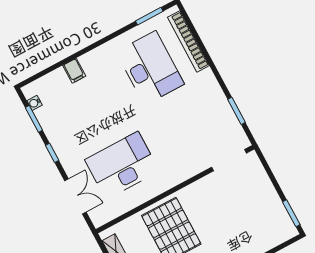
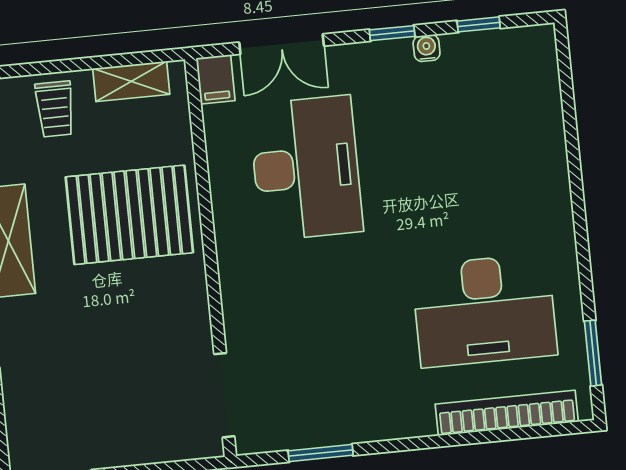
filing cabinet: (74, 71) -> (216, 79), moved, turned -90
water cooler: (35, 103) -> (427, 48), moved
window: (34, 119) -> (479, 24), width x0.67

